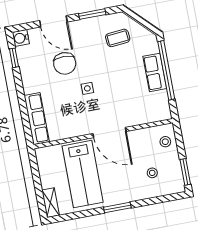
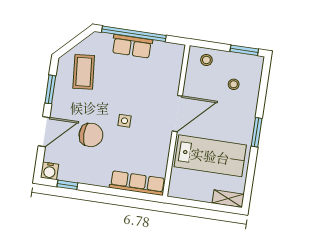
coffee table: (118, 38) -> (84, 72), width x1.36, depth x1.30

